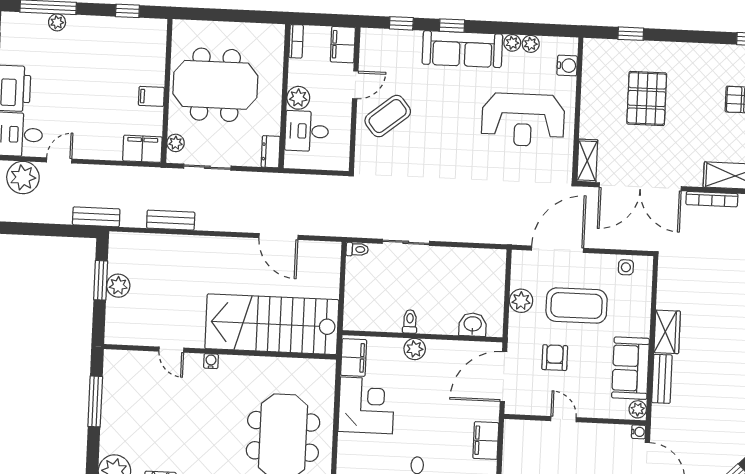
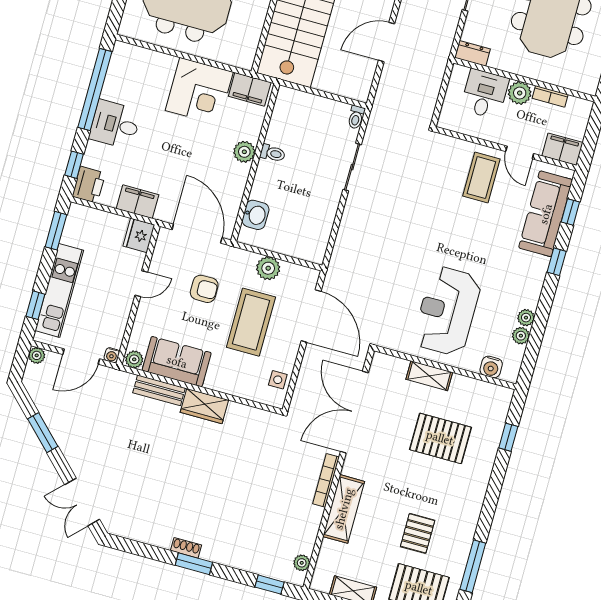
bookcase: (296, 41) -> (550, 96), moved
sofa: (462, 49) -> (546, 214), moved
coffee table: (388, 116) -> (481, 178), turned 39
shelving: (587, 161) -> (429, 376), moved
fridge: (518, 432) -> (139, 235), added

